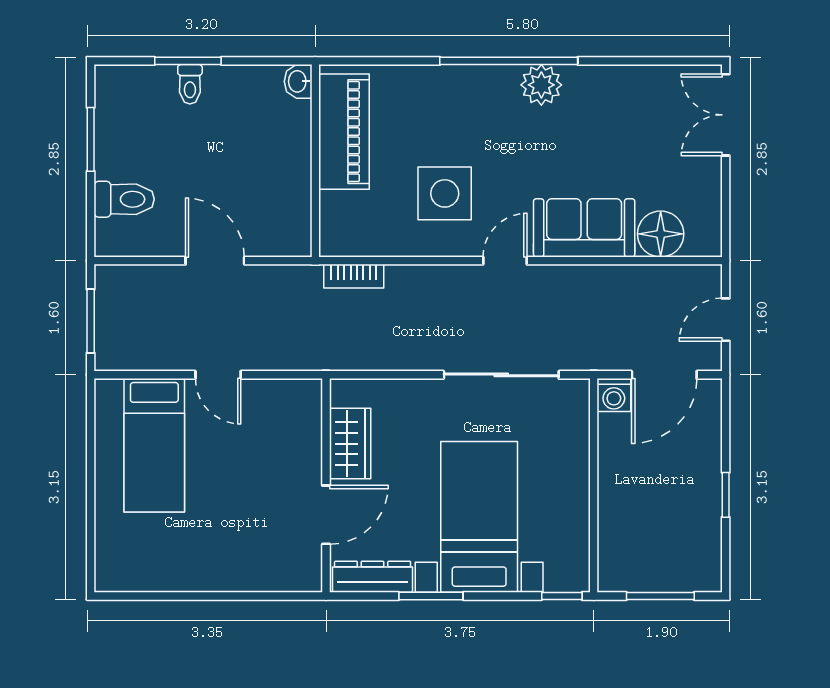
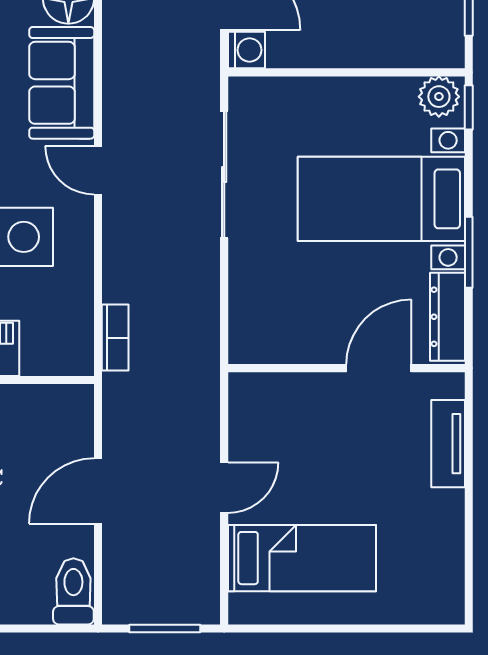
toilet: (124, 199) -> (73, 591), moved
wardrobe: (350, 444) -> (300, 342), removed
door: (326, 515) -> (379, 368), hinge flipped
plant: (572, 569) -> (439, 97), added
tv unit: (258, 577) -> (448, 444), added

